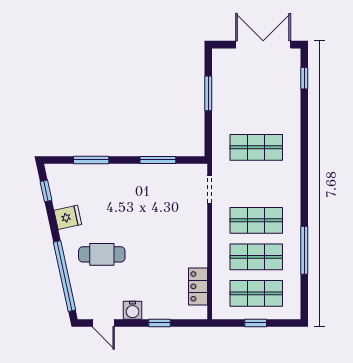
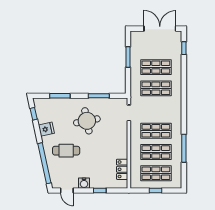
shop shelf: (256, 111) -> (156, 67), added
round table: (138, 203) -> (87, 121), added

